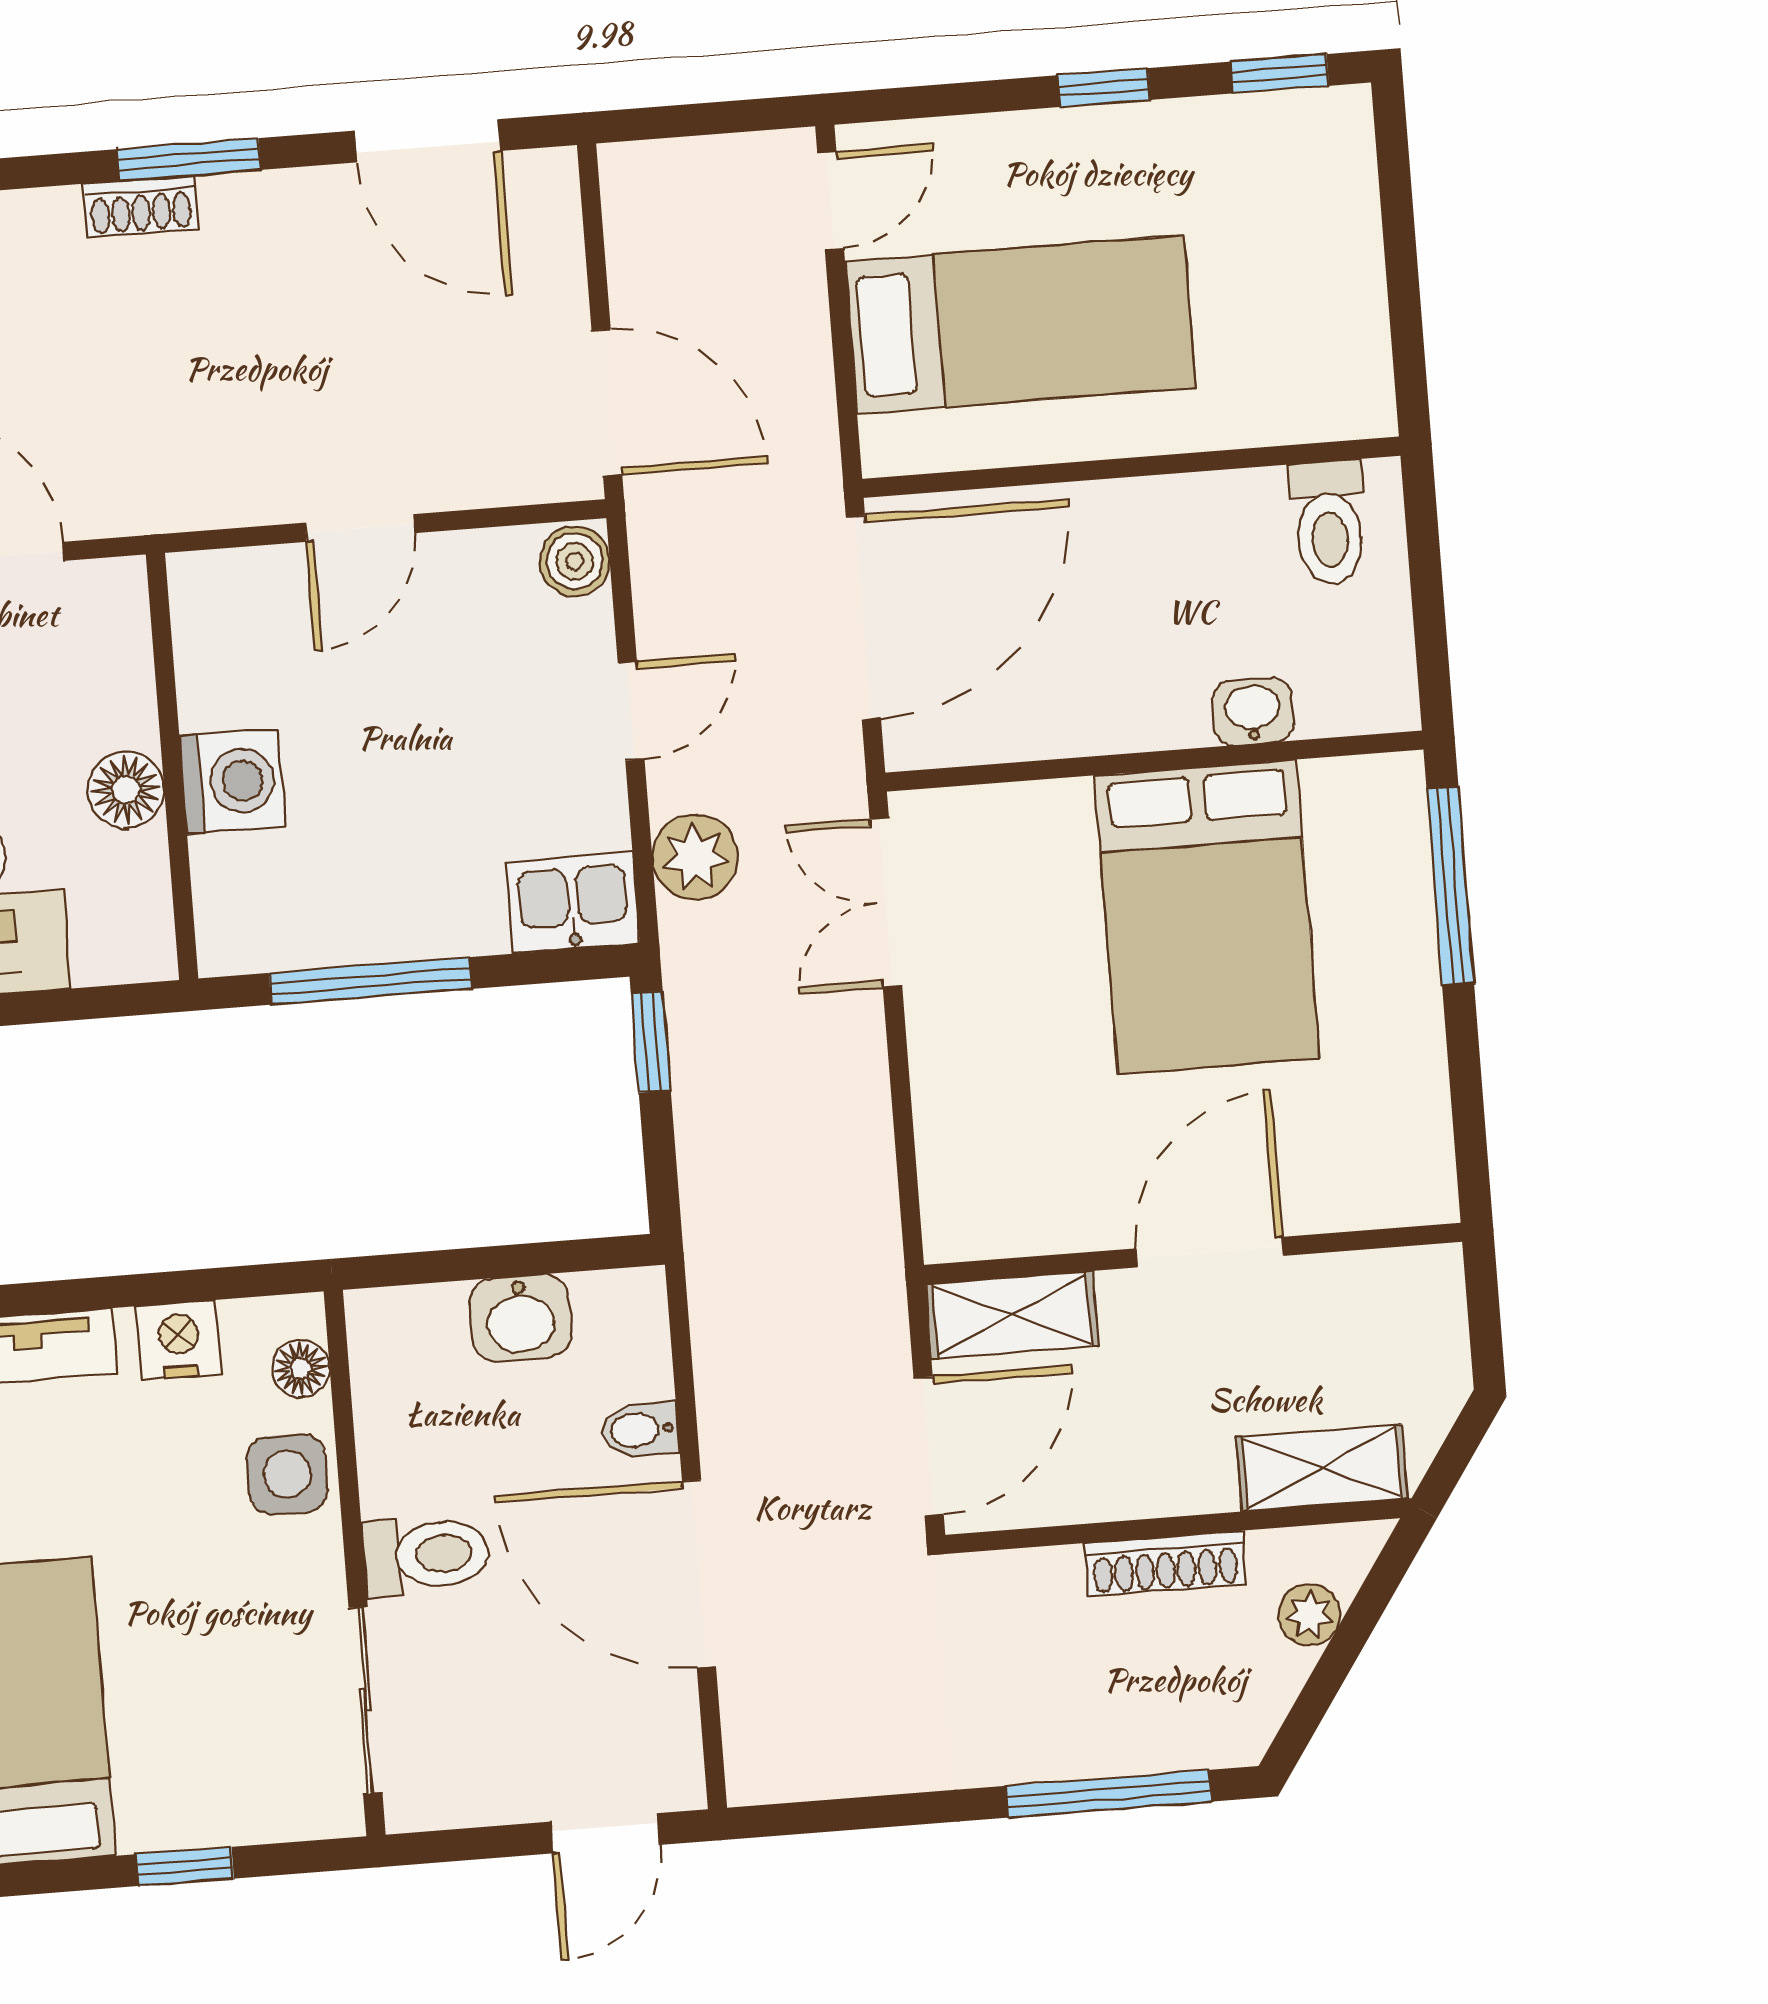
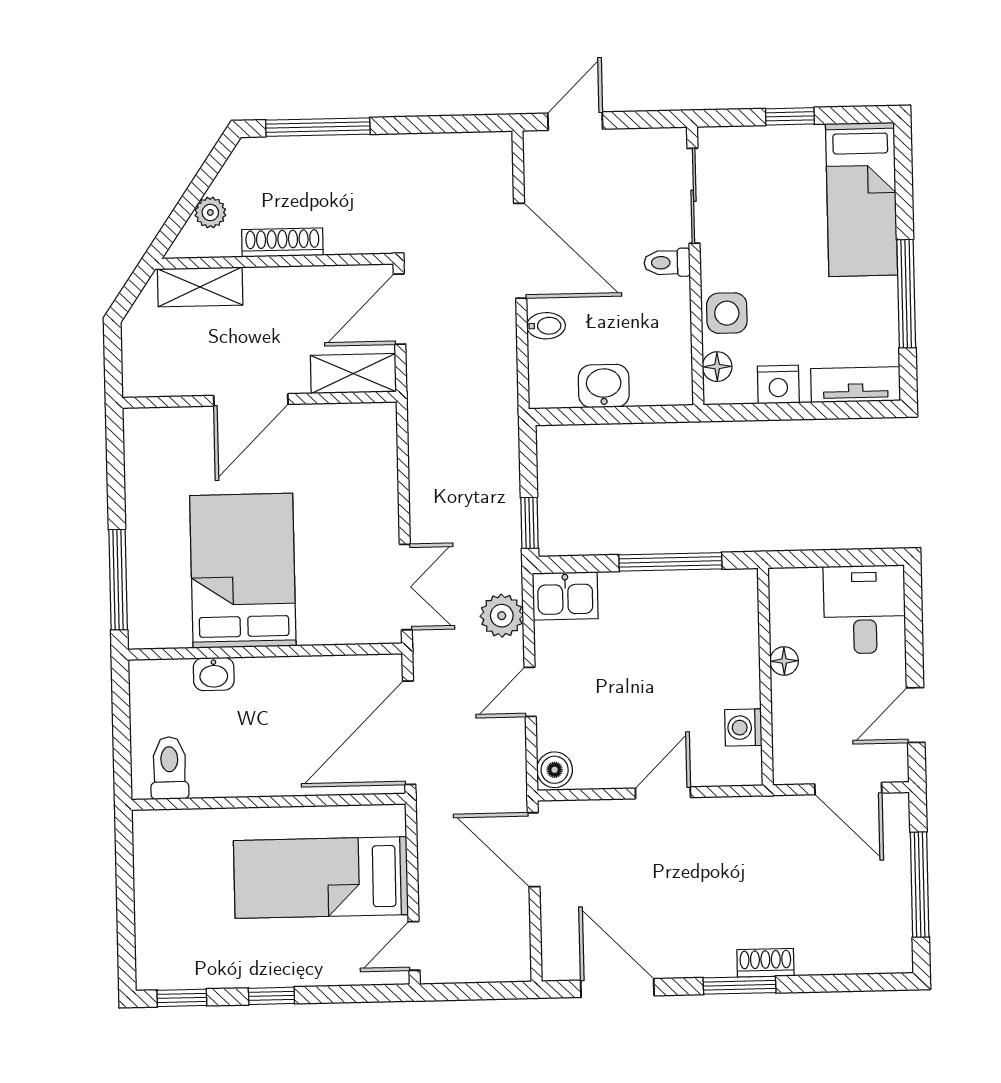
washing machine: (232, 781) -> (743, 728), moved, width x0.73, depth x0.73
floor lamp: (126, 790) -> (784, 661), width x0.73, depth x0.73
toilet: (426, 1555) -> (667, 263), width x0.73, depth x0.72

